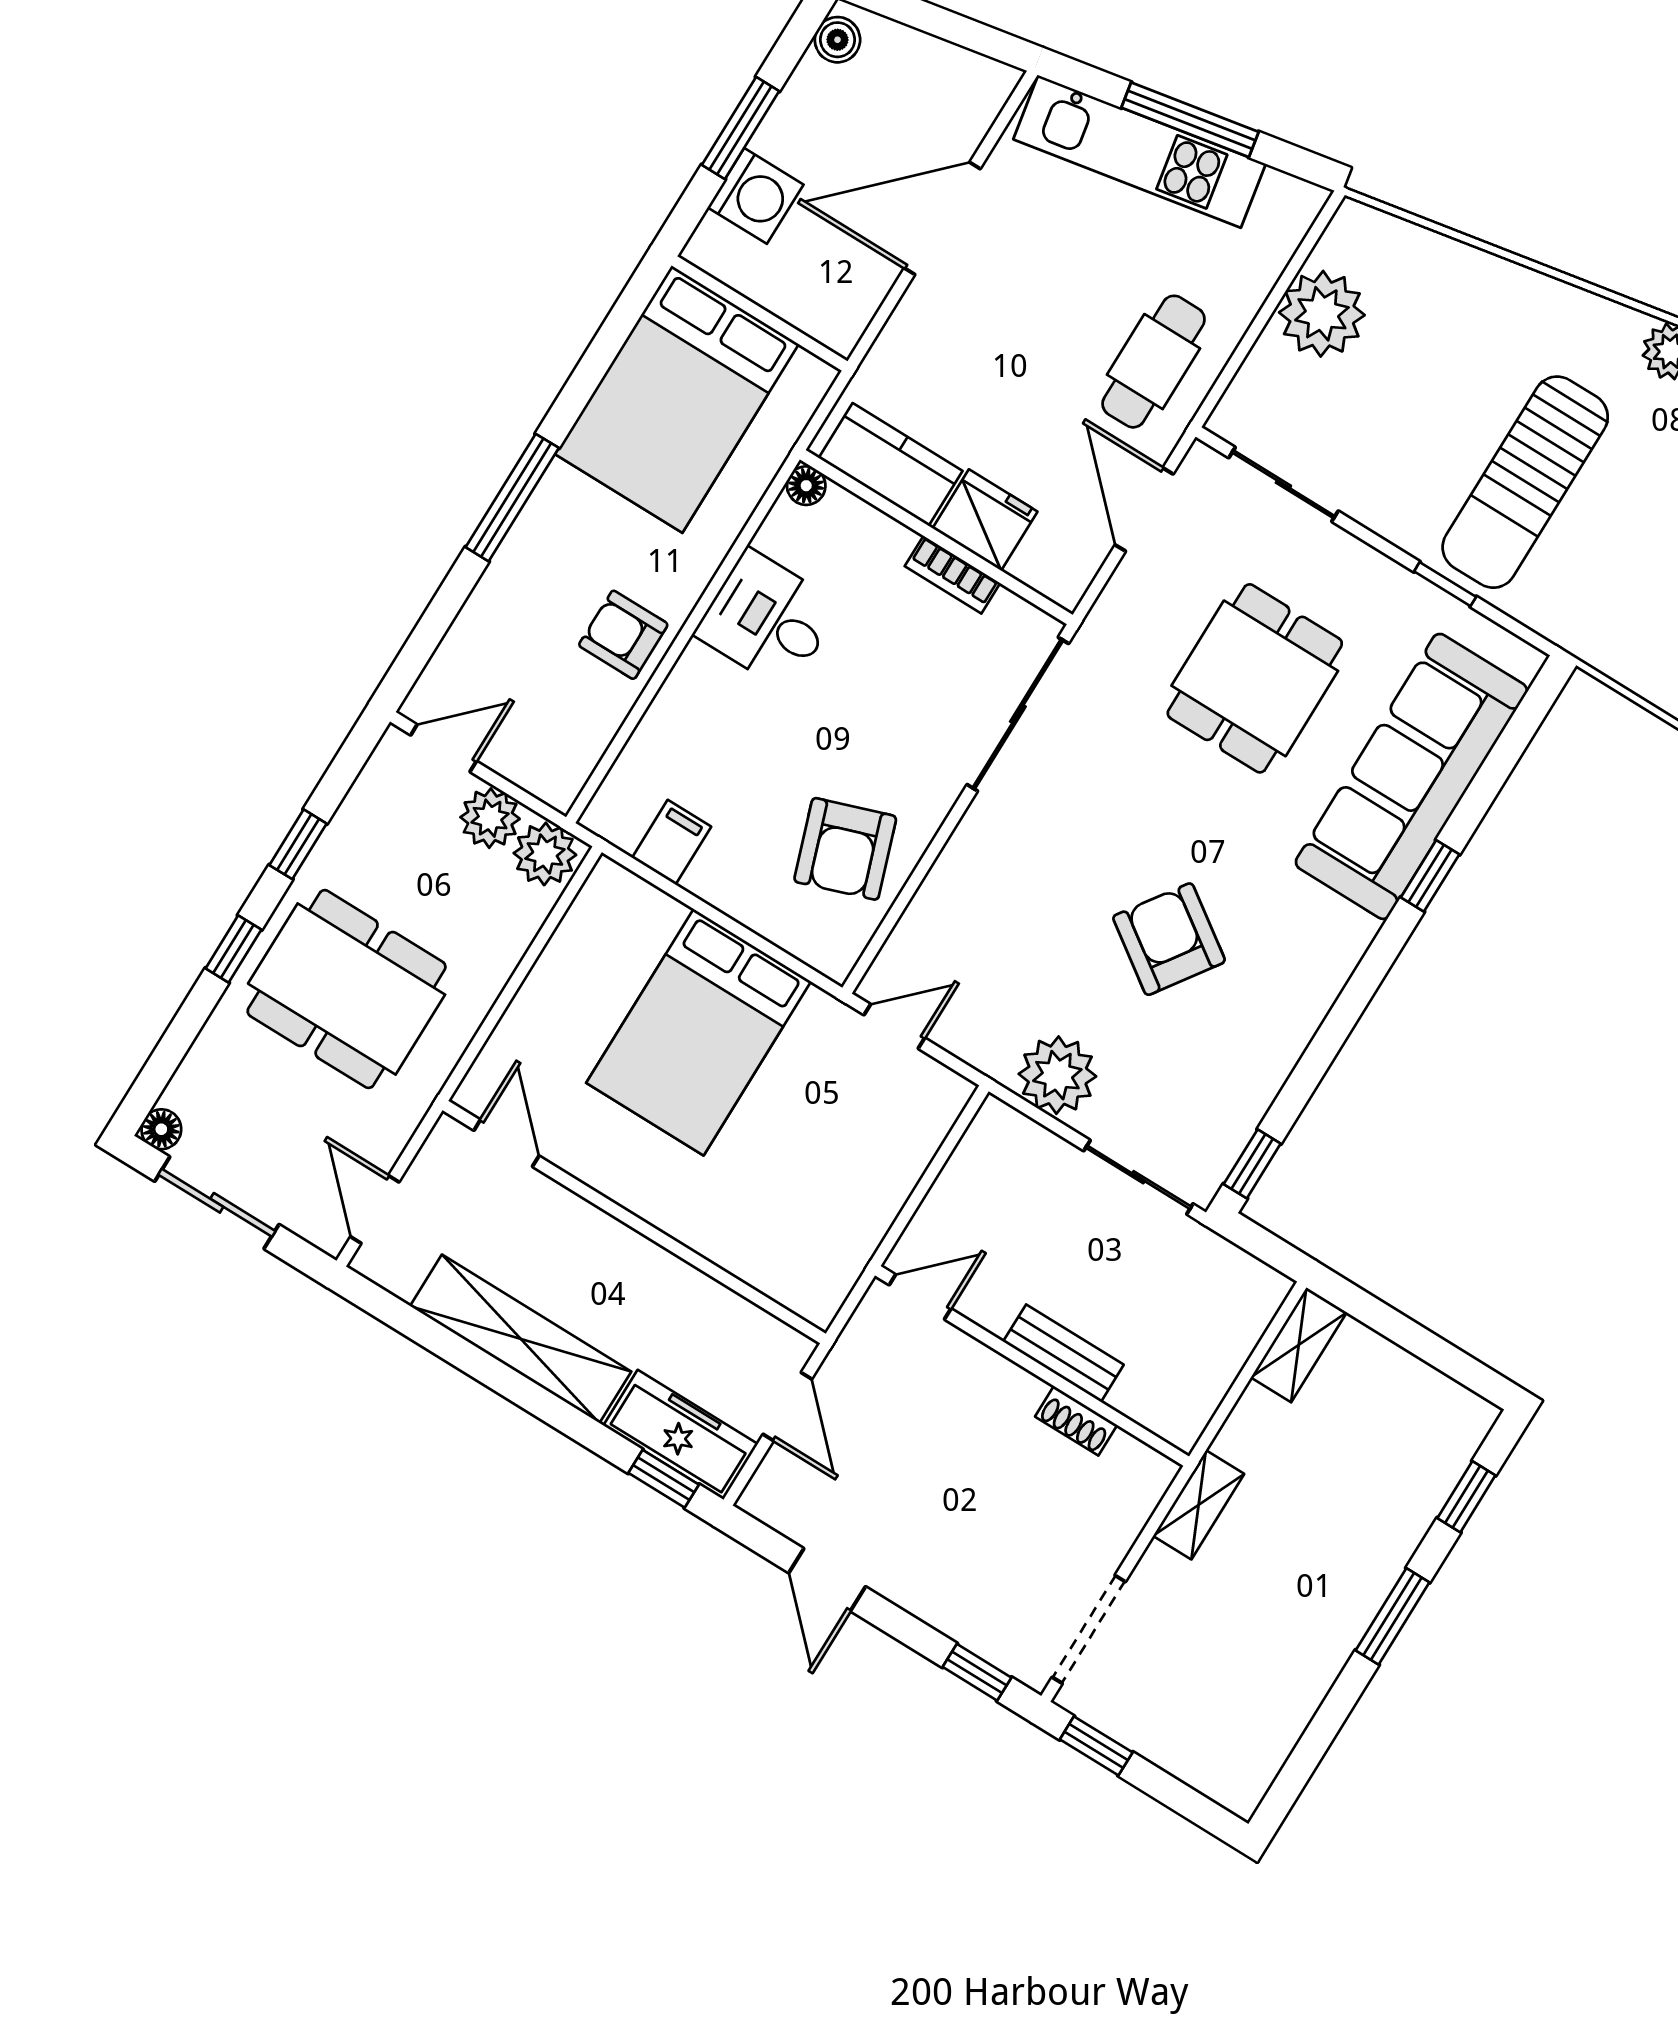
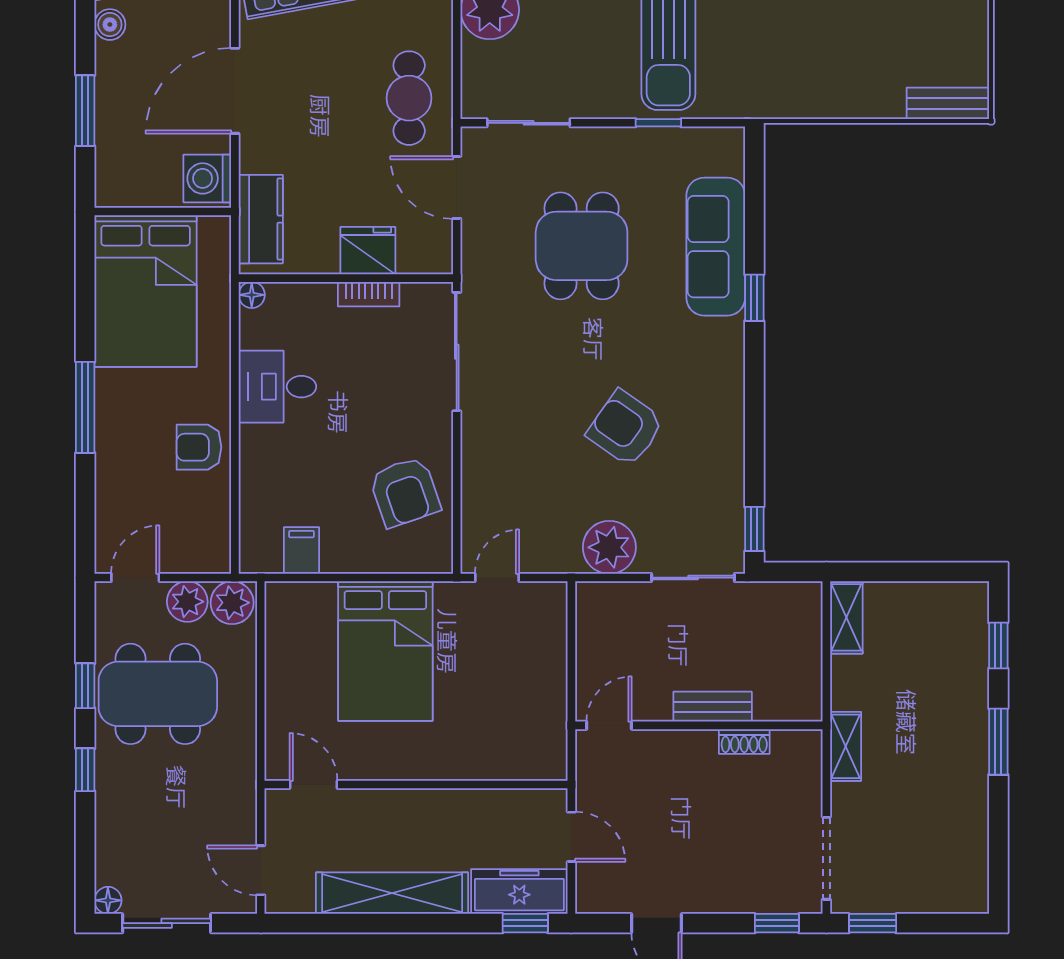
washing machine: (756, 196) -> (207, 178), moved, turned 180
kitchen counter: (891, 464) -> (261, 219), moved, turned 90
sofa: (1411, 776) -> (716, 247), width x0.74, depth x0.79
dining table: (347, 989) -> (158, 694), moved

